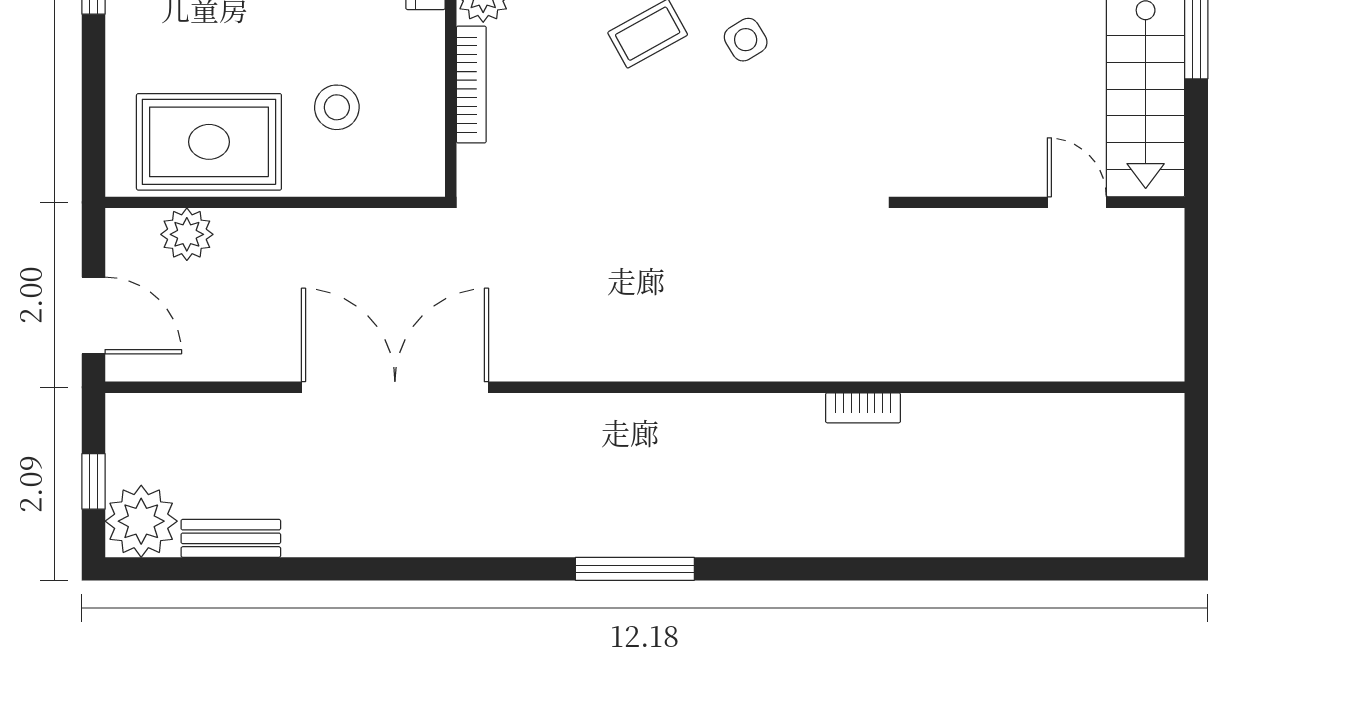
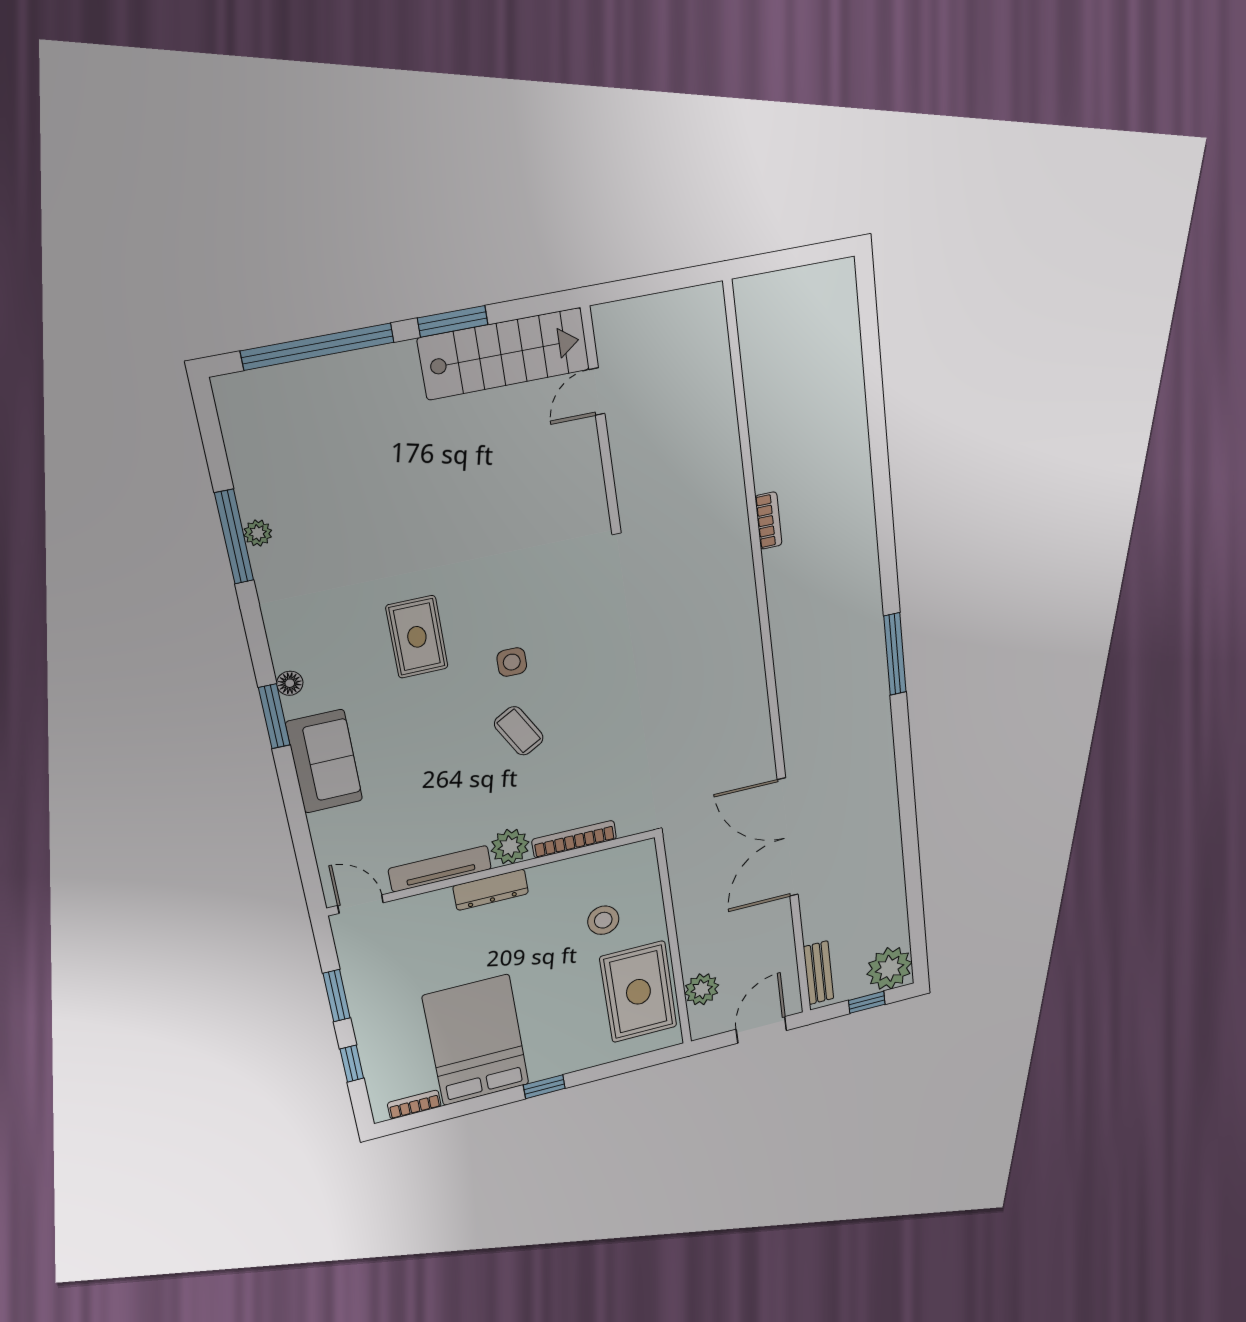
side table: (746, 40) -> (512, 662), turned 31
bench: (231, 538) -> (819, 973), moved

